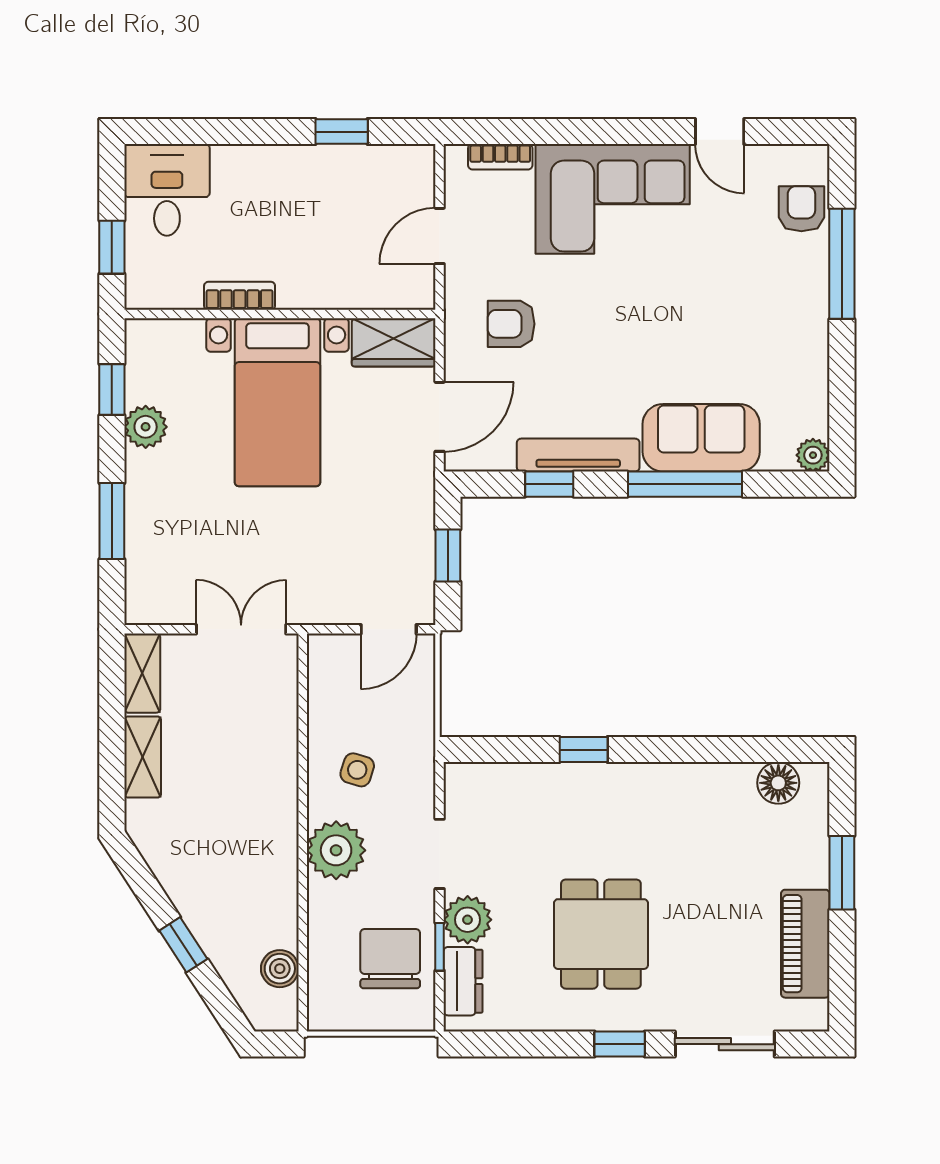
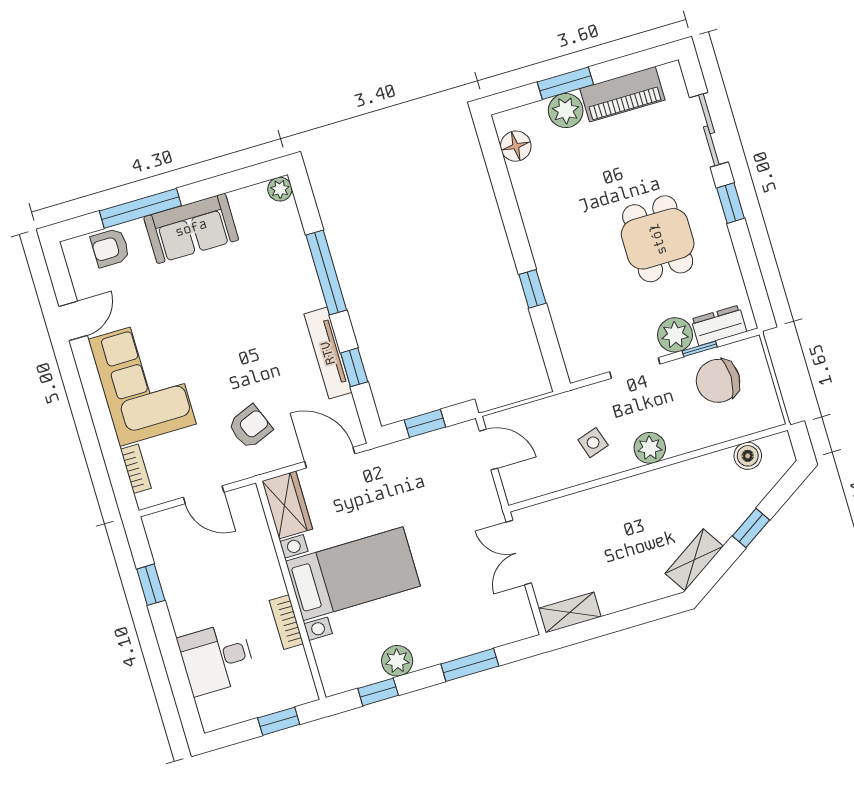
desk: (167, 190) -> (217, 658), moved
armchair: (511, 324) -> (250, 427), turned -112
sofa: (701, 438) -> (191, 228), moved, turned -90
shelving: (143, 757) -> (694, 560), moved, turned -33
side table: (357, 770) -> (593, 443), turned -35
plant: (336, 850) -> (650, 448), width x0.73, depth x0.73
plant: (806, 863) -> (566, 111), added
dining table: (601, 934) -> (658, 239), turned 90

